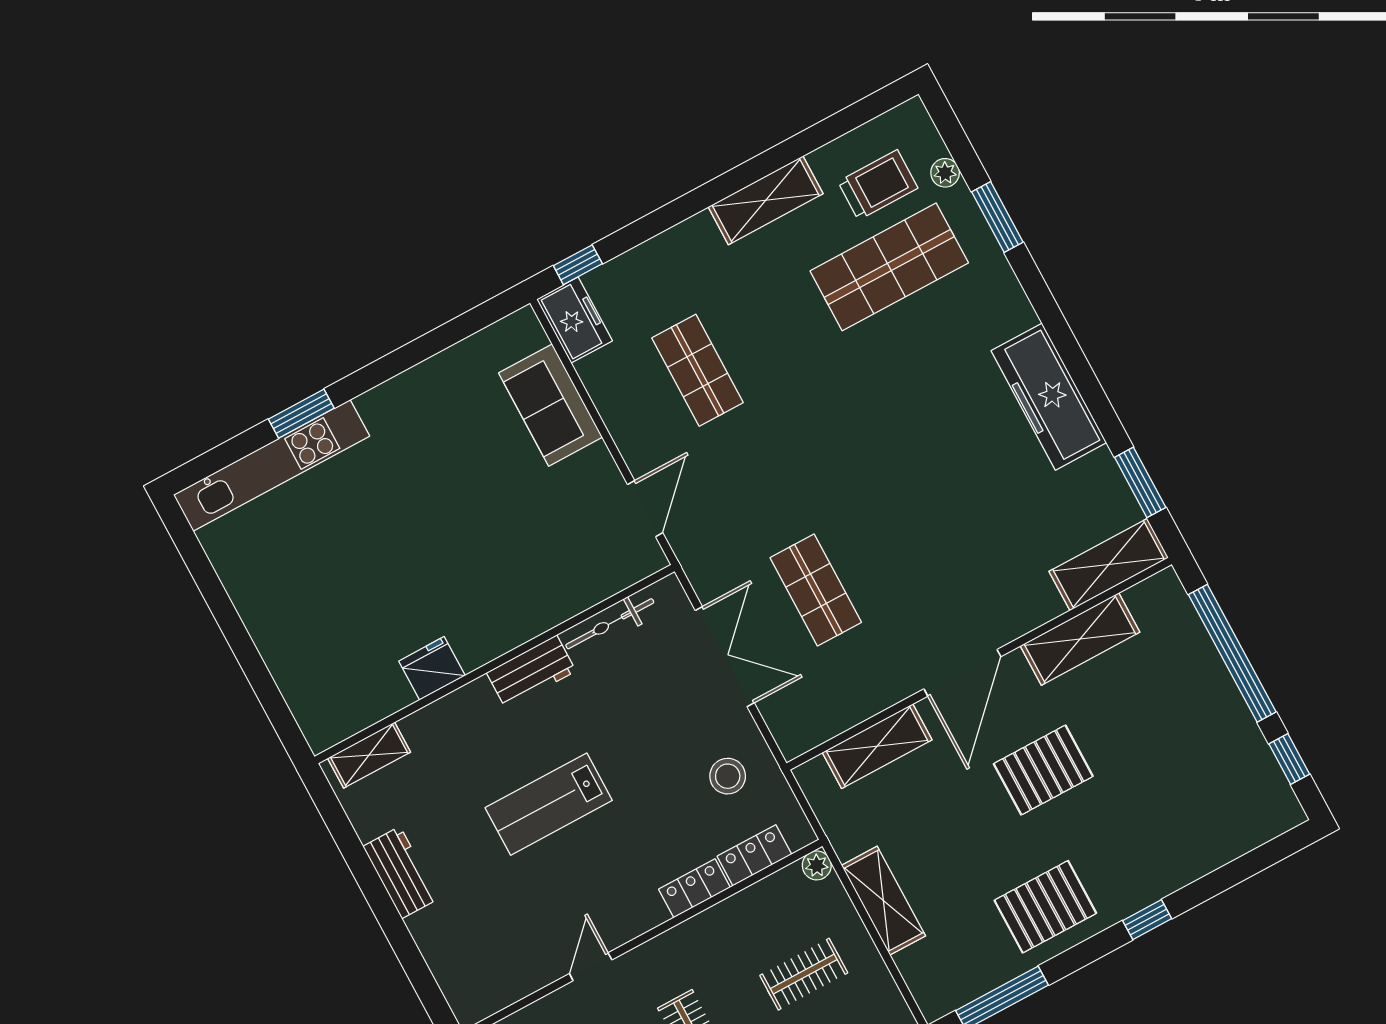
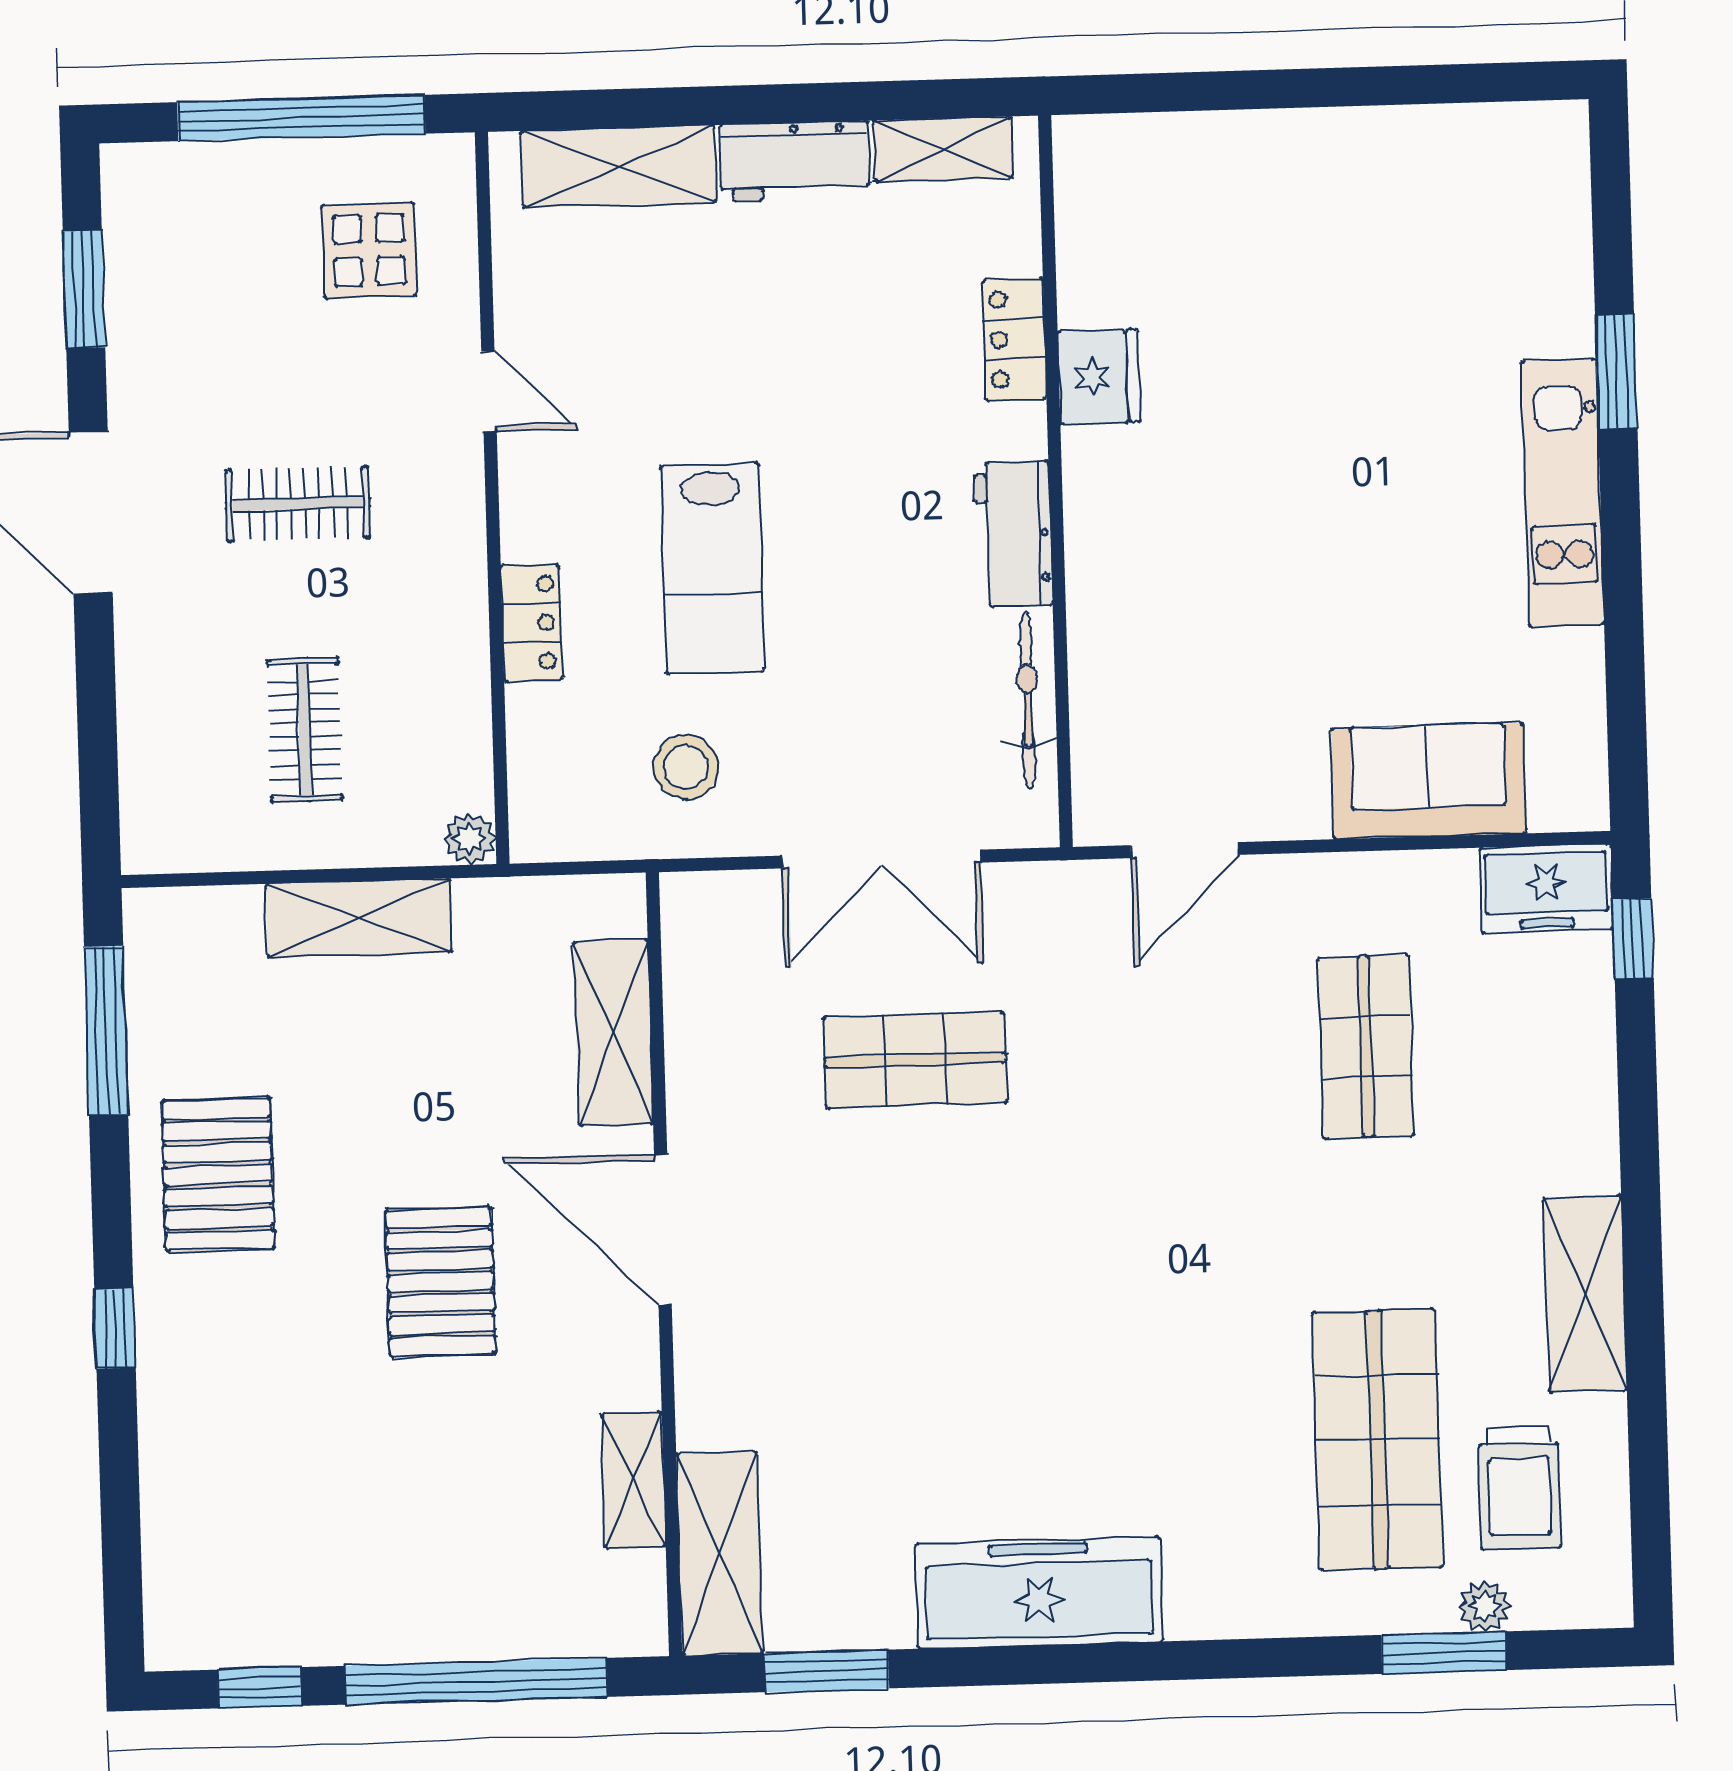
window: (997, 217) -> (1444, 1653), moved
shop shelf: (697, 370) -> (1366, 1047), turned 90
kitchen unit: (272, 465) -> (1563, 493), moved, width x0.73
door: (645, 509) -> (1185, 850), hinge flipped
shelving: (1080, 639) -> (634, 1480), width x0.67, depth x0.75
shelving: (369, 755) -> (943, 149), moved, turned 90
lab bench: (549, 804) -> (712, 568), moved, turned 180
locker: (754, 855) -> (1014, 339), moved, turned 180
shelving: (447, 958) -> (619, 167), added

